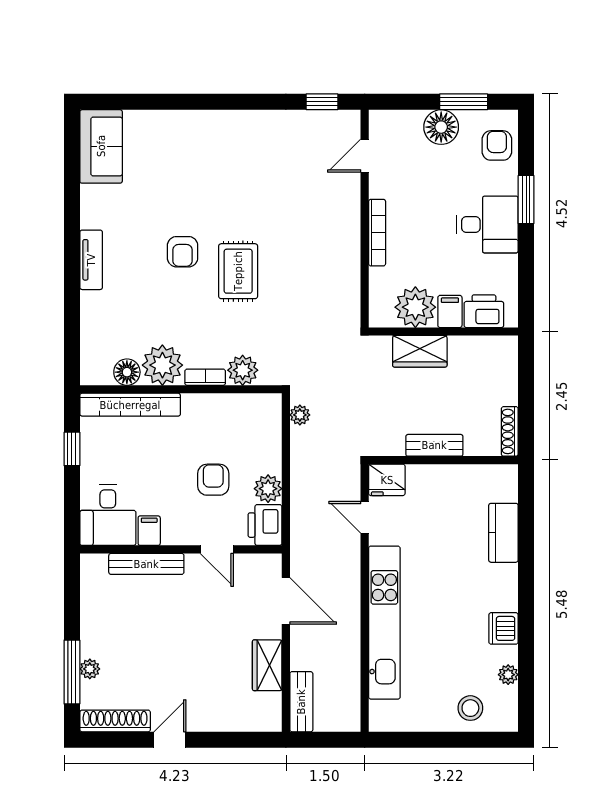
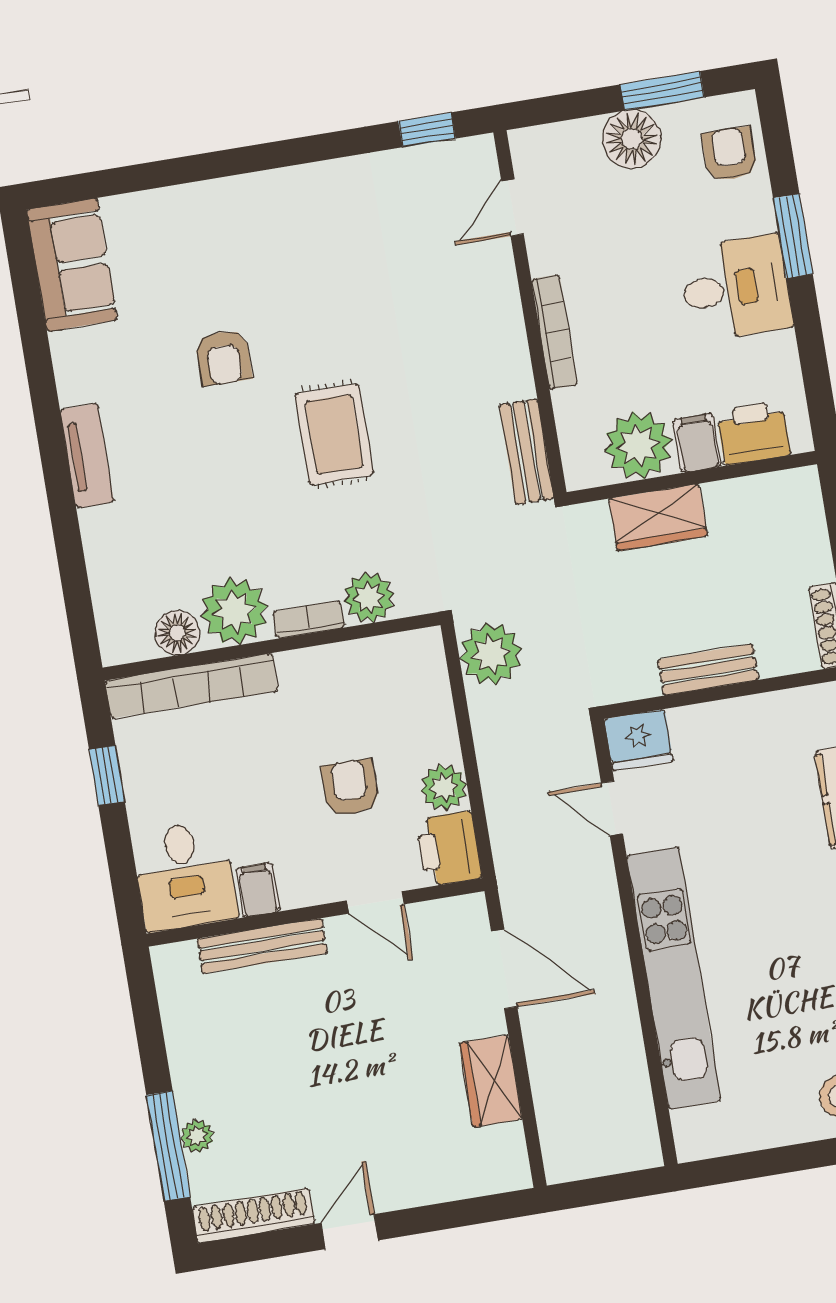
armchair: (183, 252) -> (223, 358), moved
plant: (300, 415) -> (491, 654), width x1.87, depth x1.87
bench: (301, 702) -> (527, 452), moved

